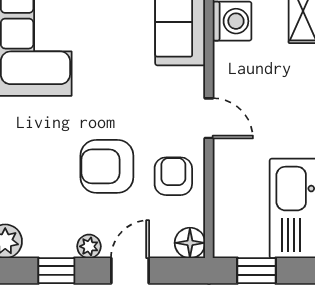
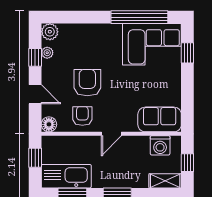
armchair: (173, 176) -> (82, 116), turned -90
plant: (89, 246) -> (47, 53), moved

